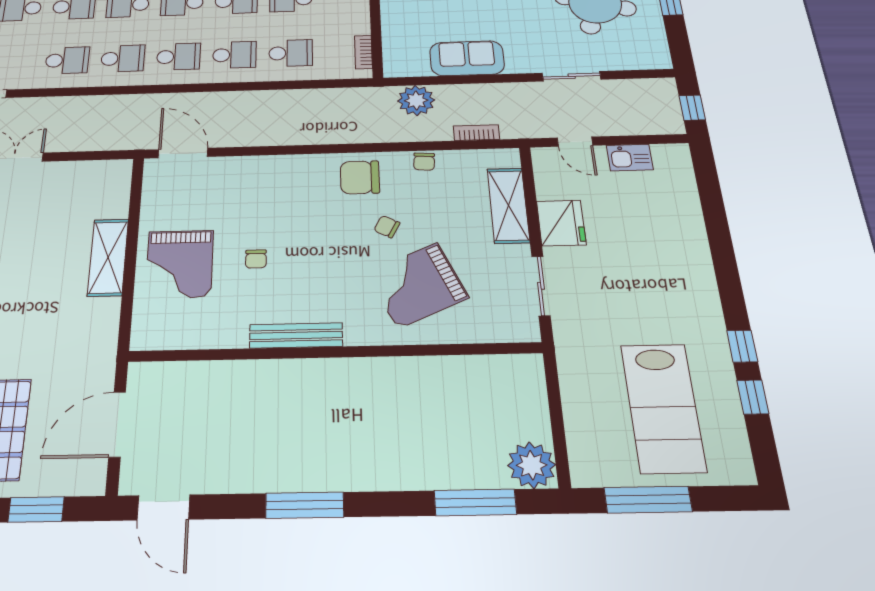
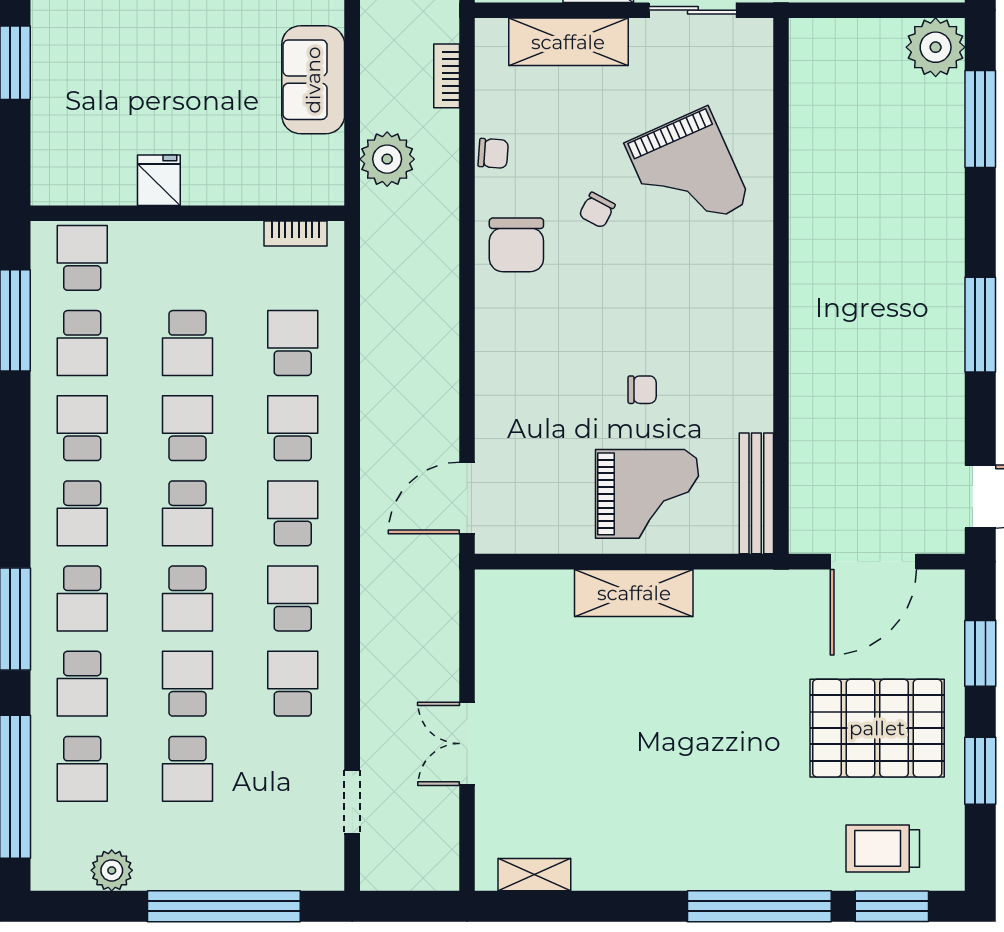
bench: (296, 335) -> (756, 493), moved
door: (117, 424) -> (873, 562), hinge flipped

